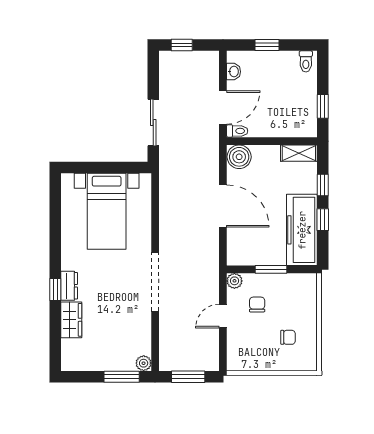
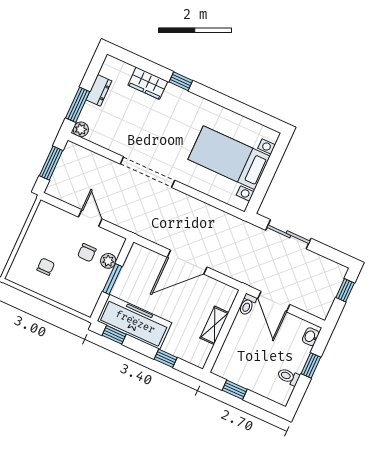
toilet: (306, 61) -> (288, 377), moved
washbasin: (234, 72) -> (311, 337), moved, turned 90
shelving: (299, 153) -> (214, 325), moved
boiler: (239, 157) -> (224, 296), removed
window: (323, 220) -> (114, 335), moved
plant: (234, 281) -> (108, 261), moved
dresser: (69, 286) -> (99, 90), moved, turned -90
chair: (257, 304) -> (87, 253), turned 90
chair: (288, 337) -> (46, 267), turned 180

